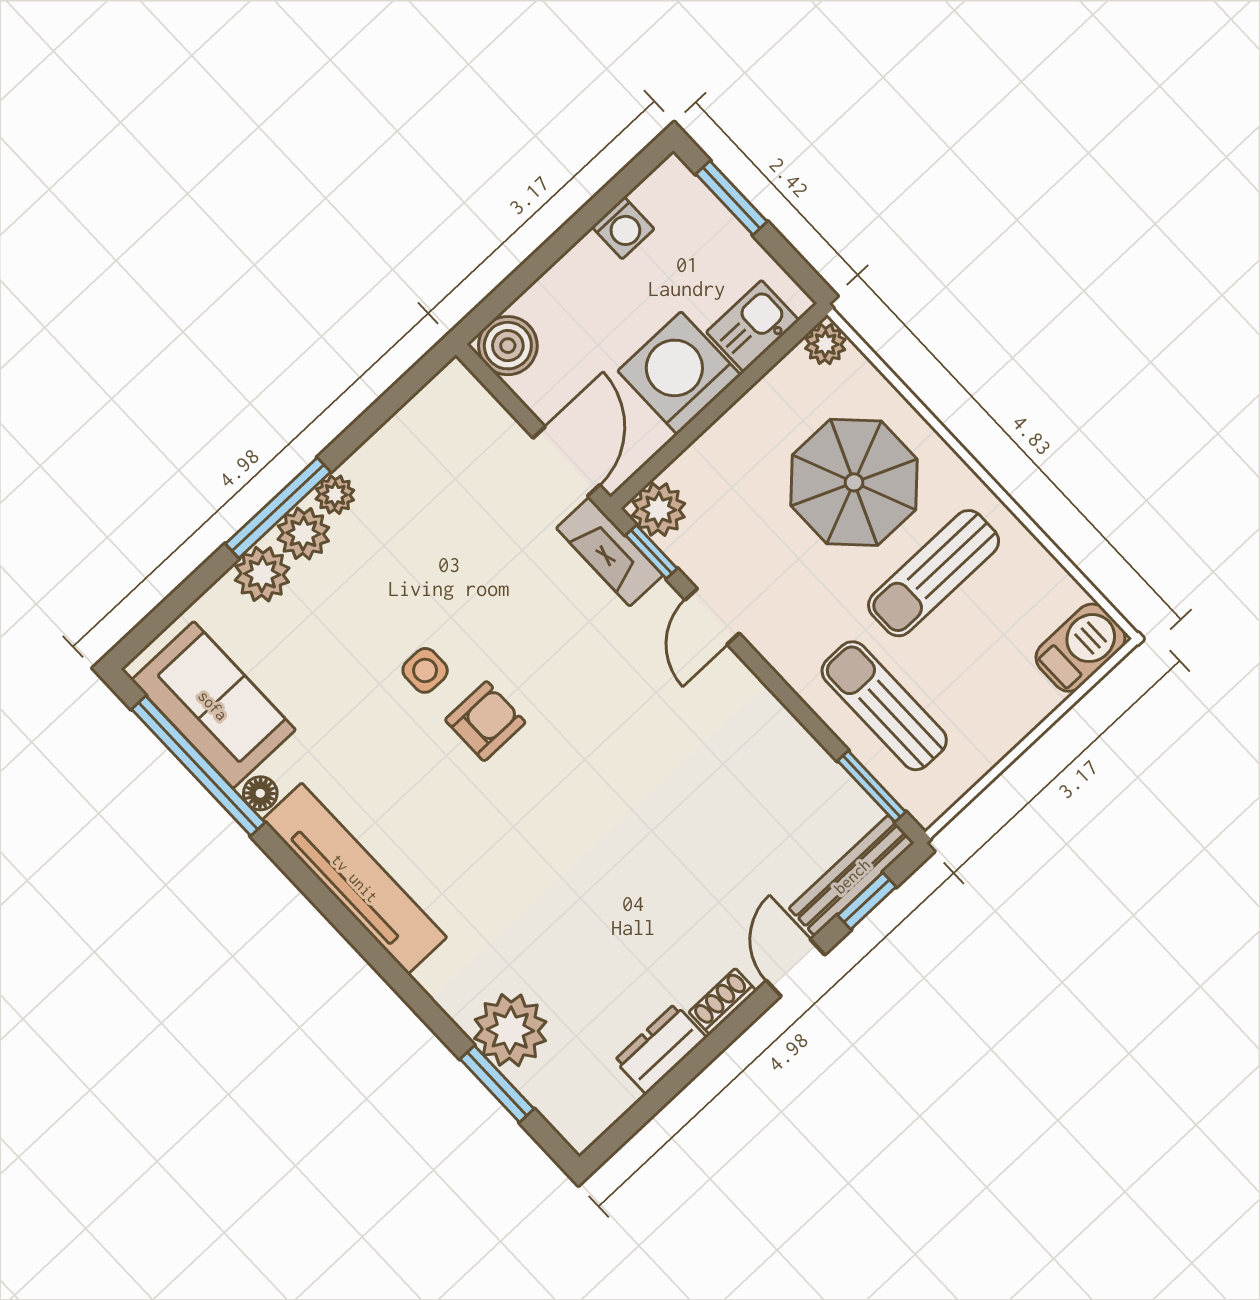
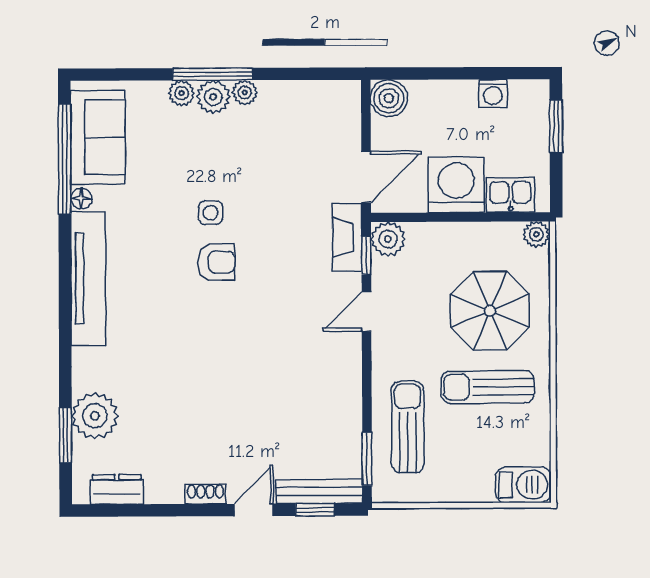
plant: (262, 574) -> (182, 93), width x0.73, depth x0.73
dresser: (660, 1049) -> (117, 489), moved

